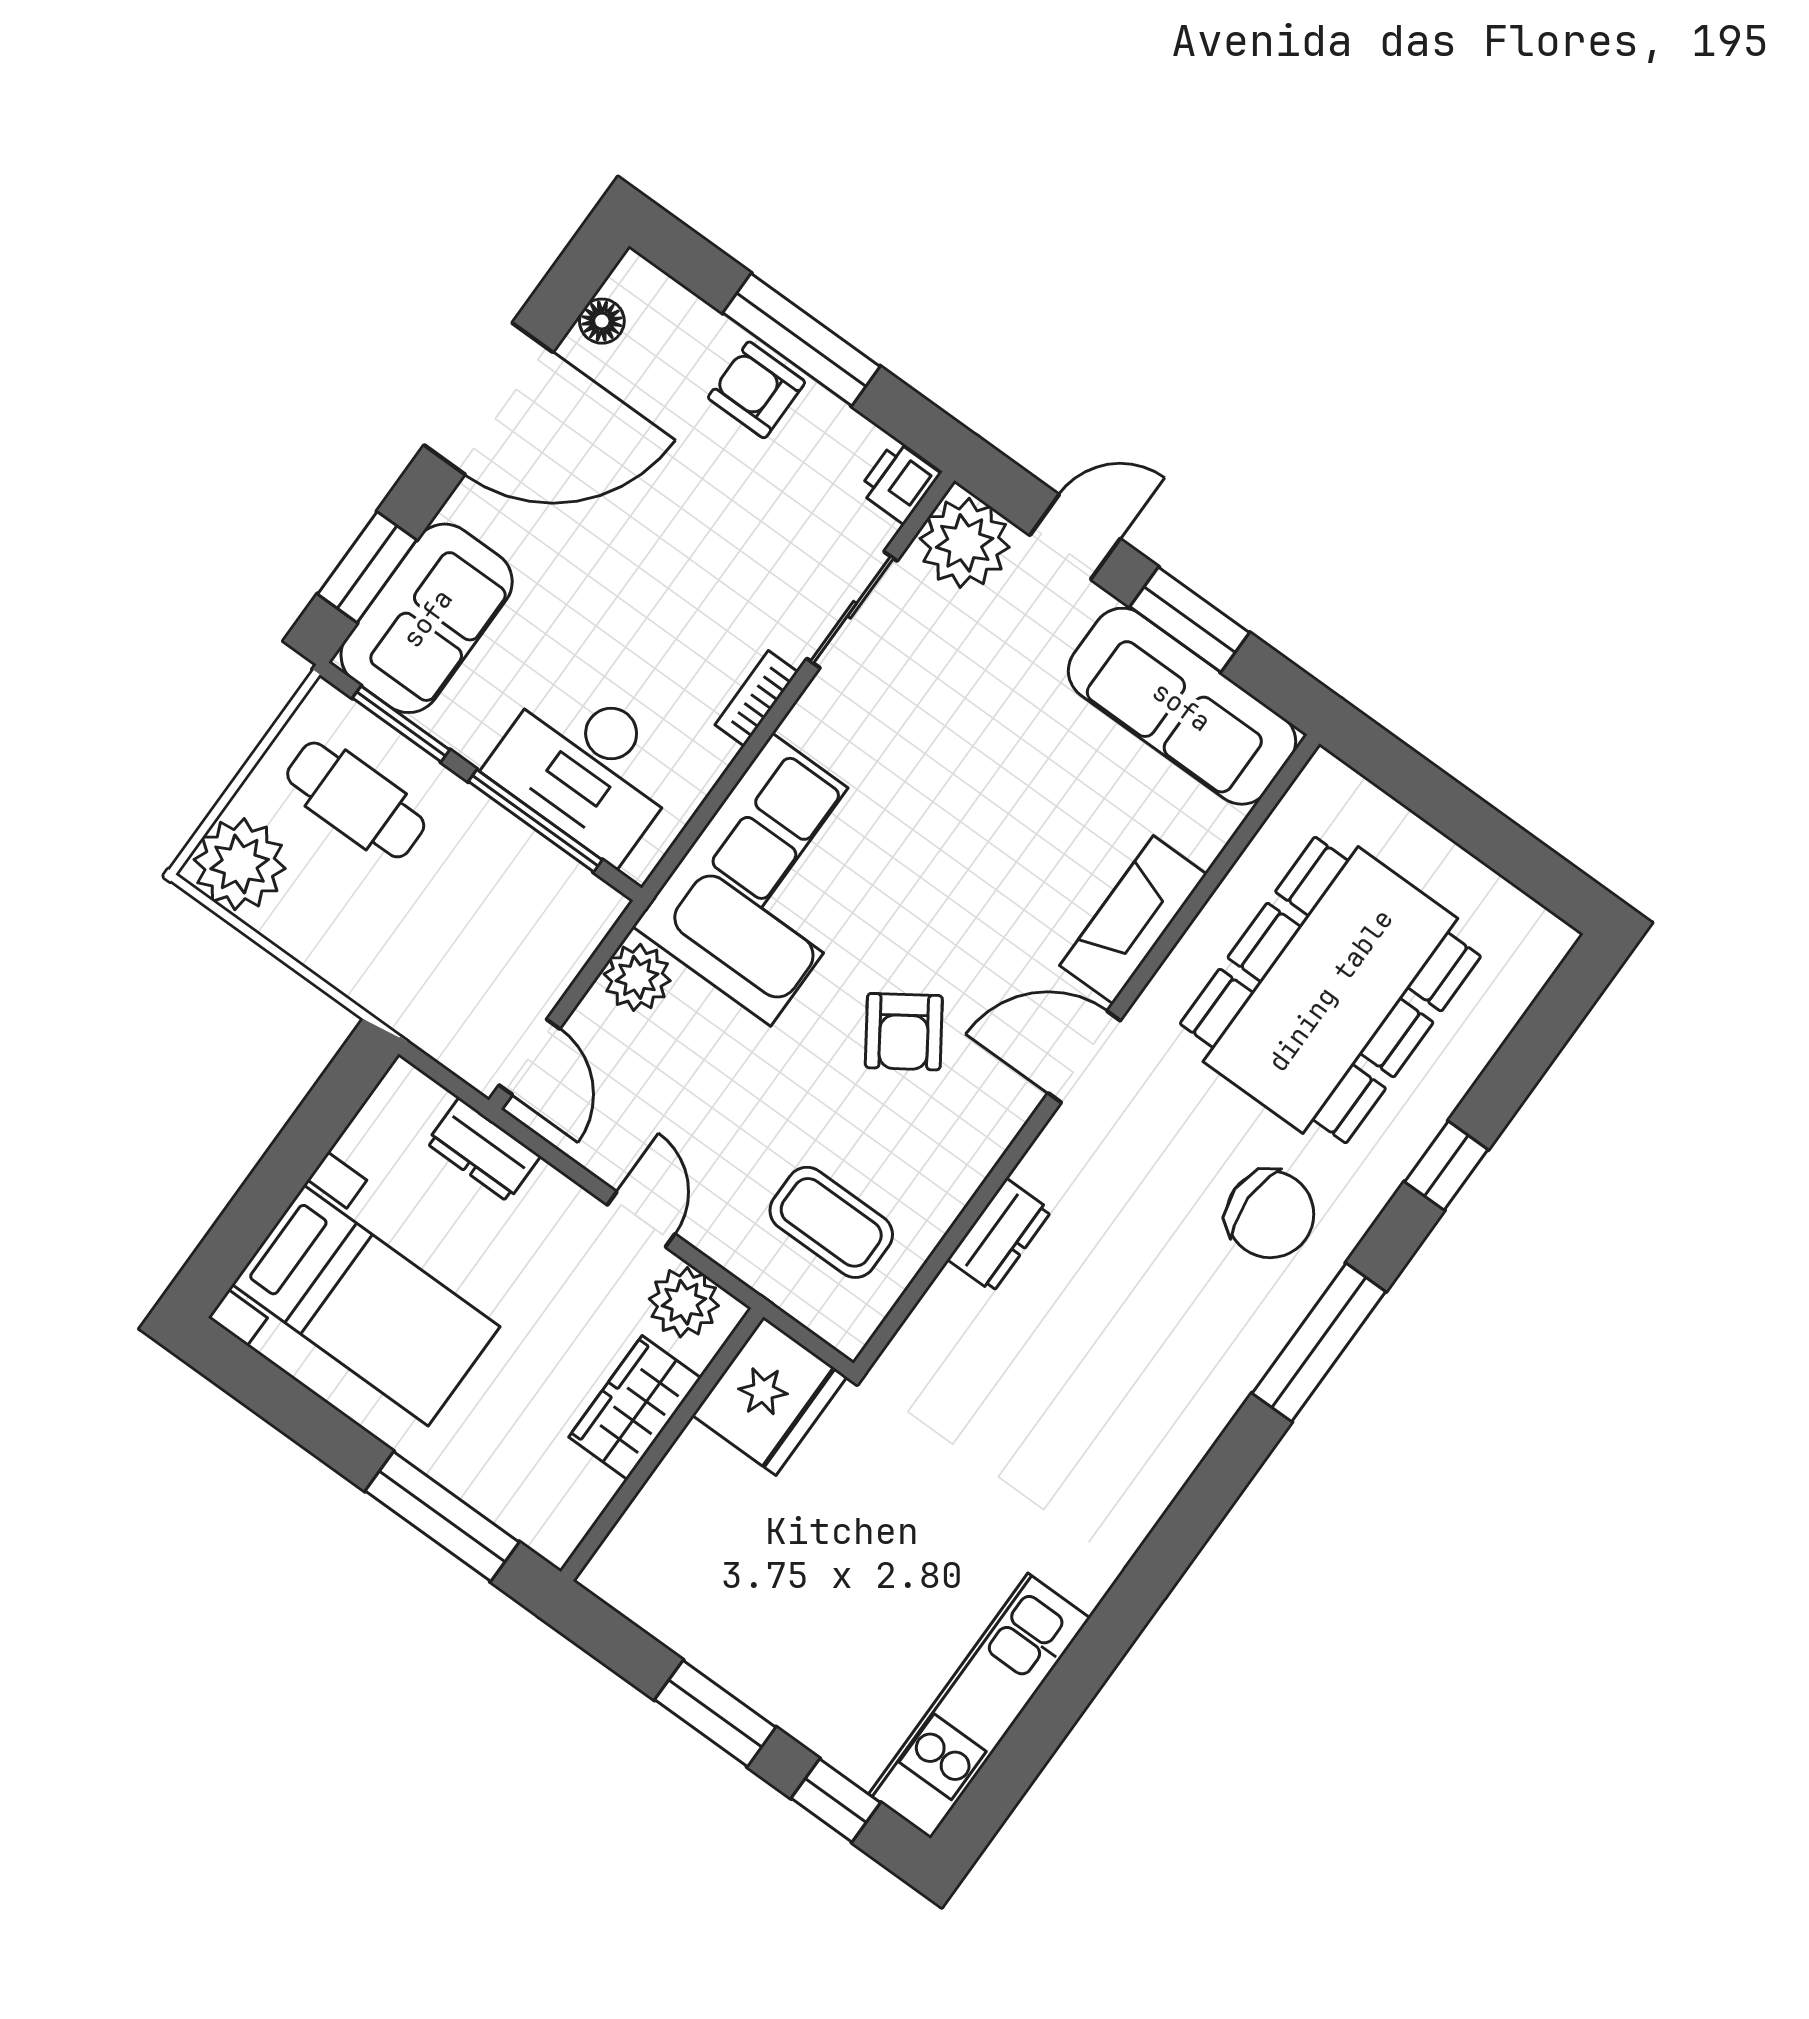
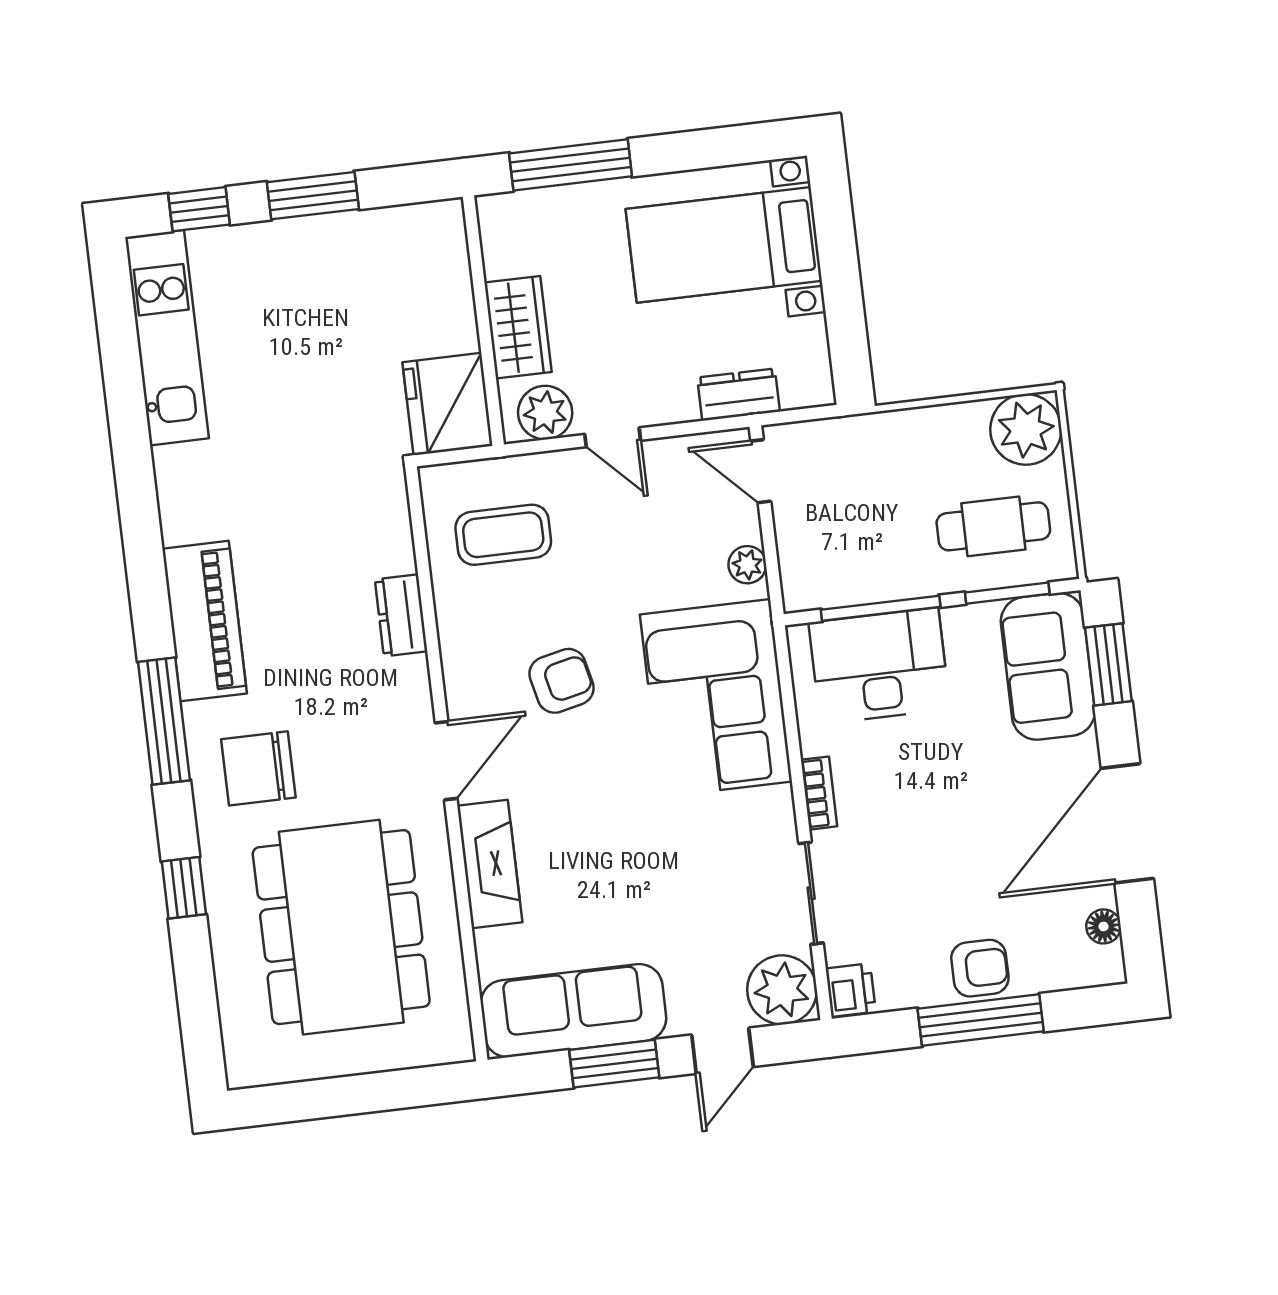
plant: (637, 977) -> (747, 565), width x0.73, depth x0.73
armchair: (904, 1032) -> (562, 681), turned 111
piano: (1192, 1402) -> (205, 621), added

